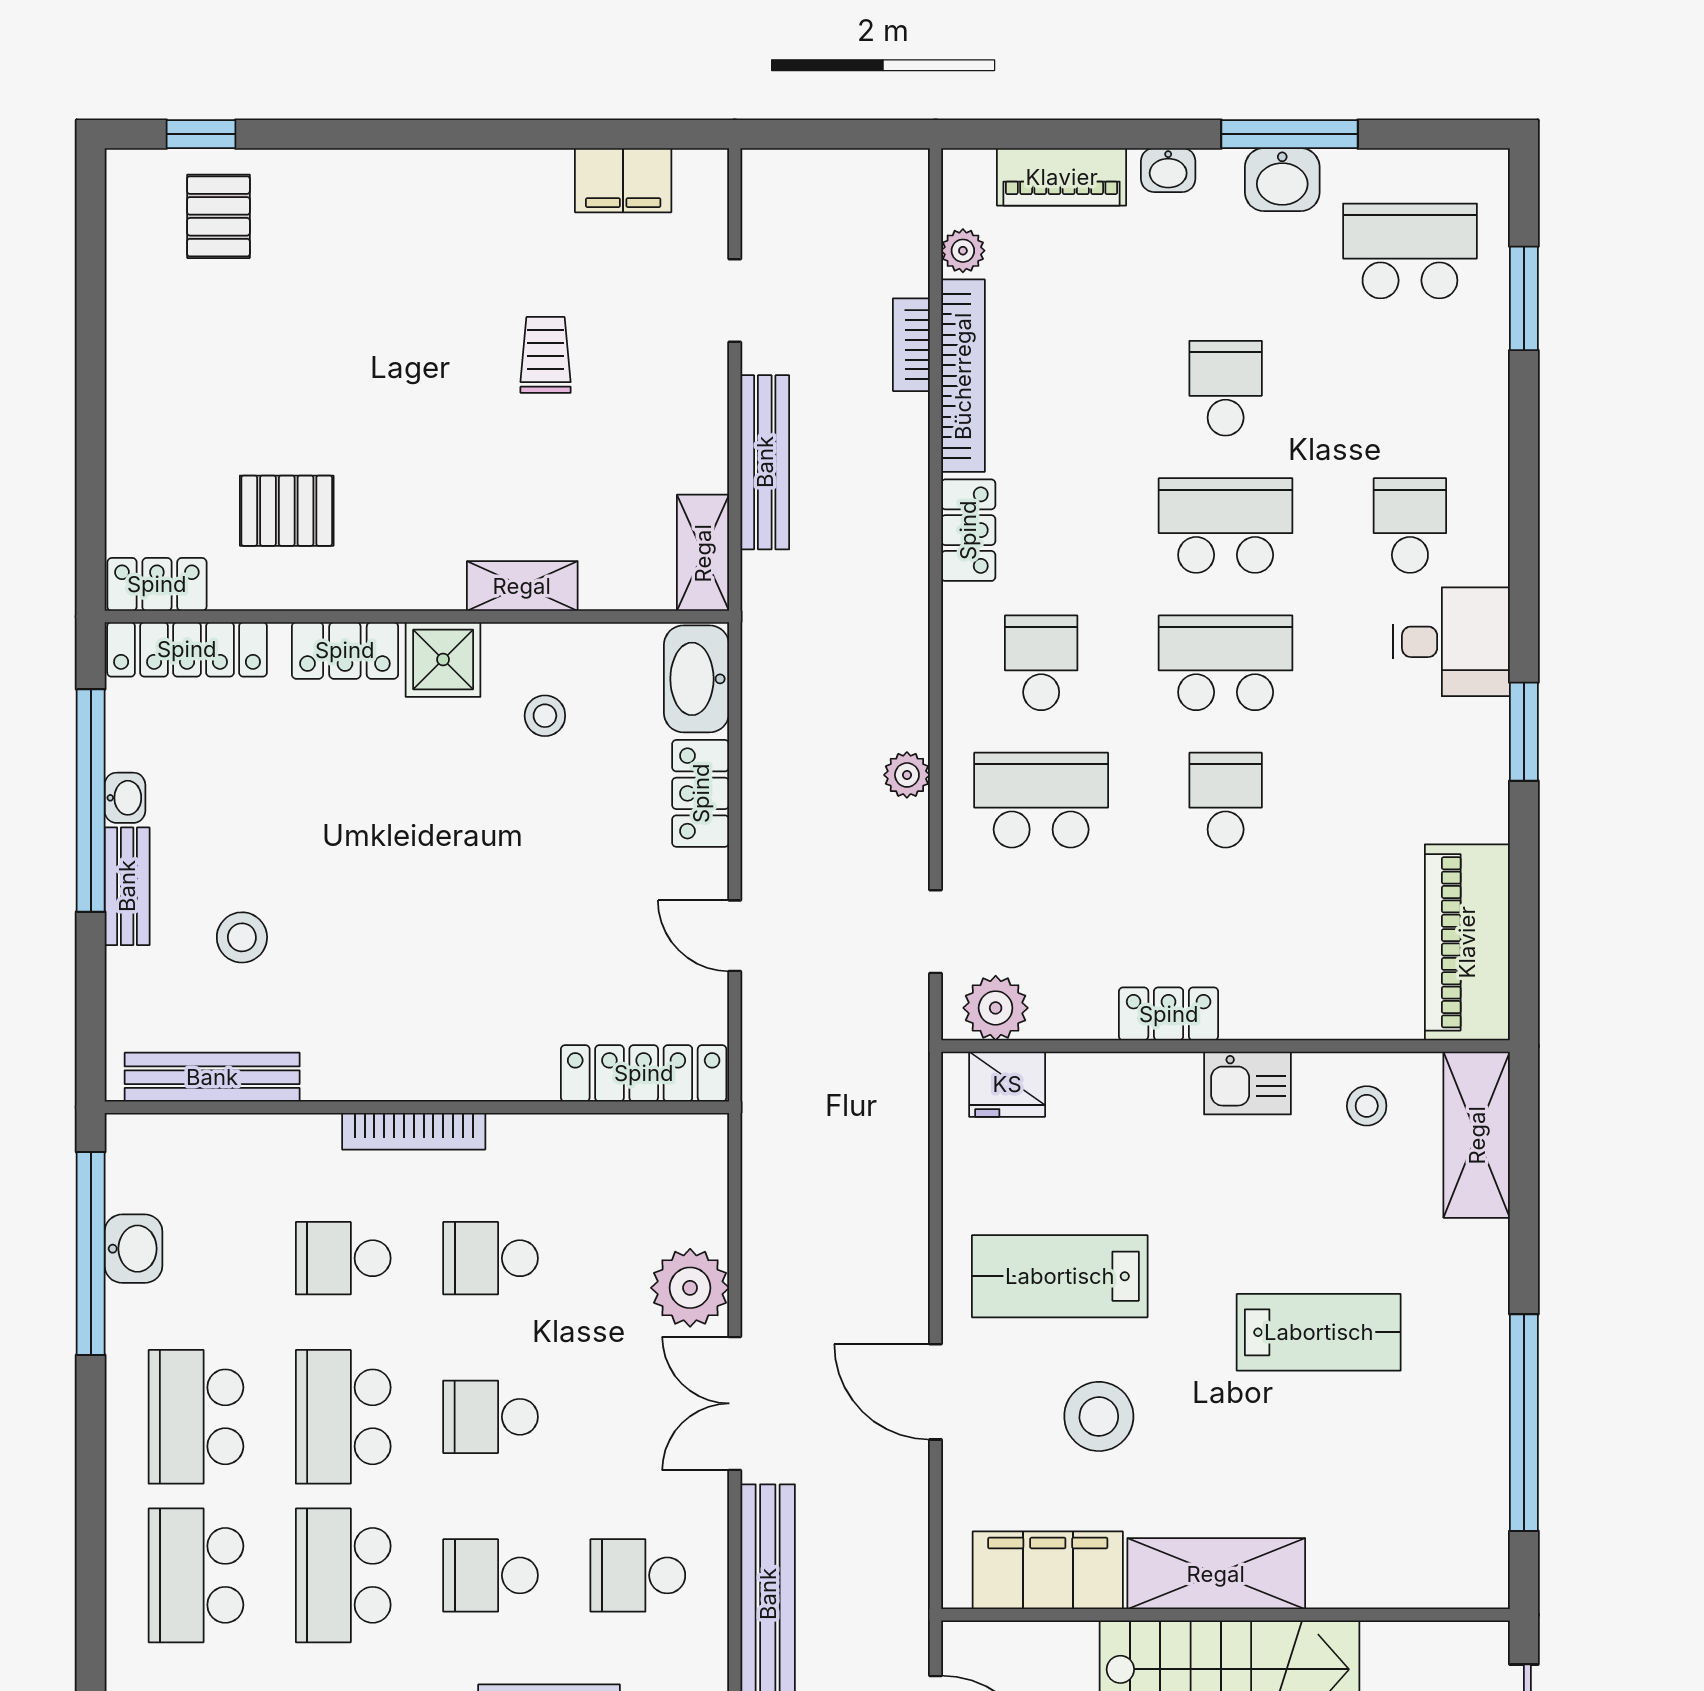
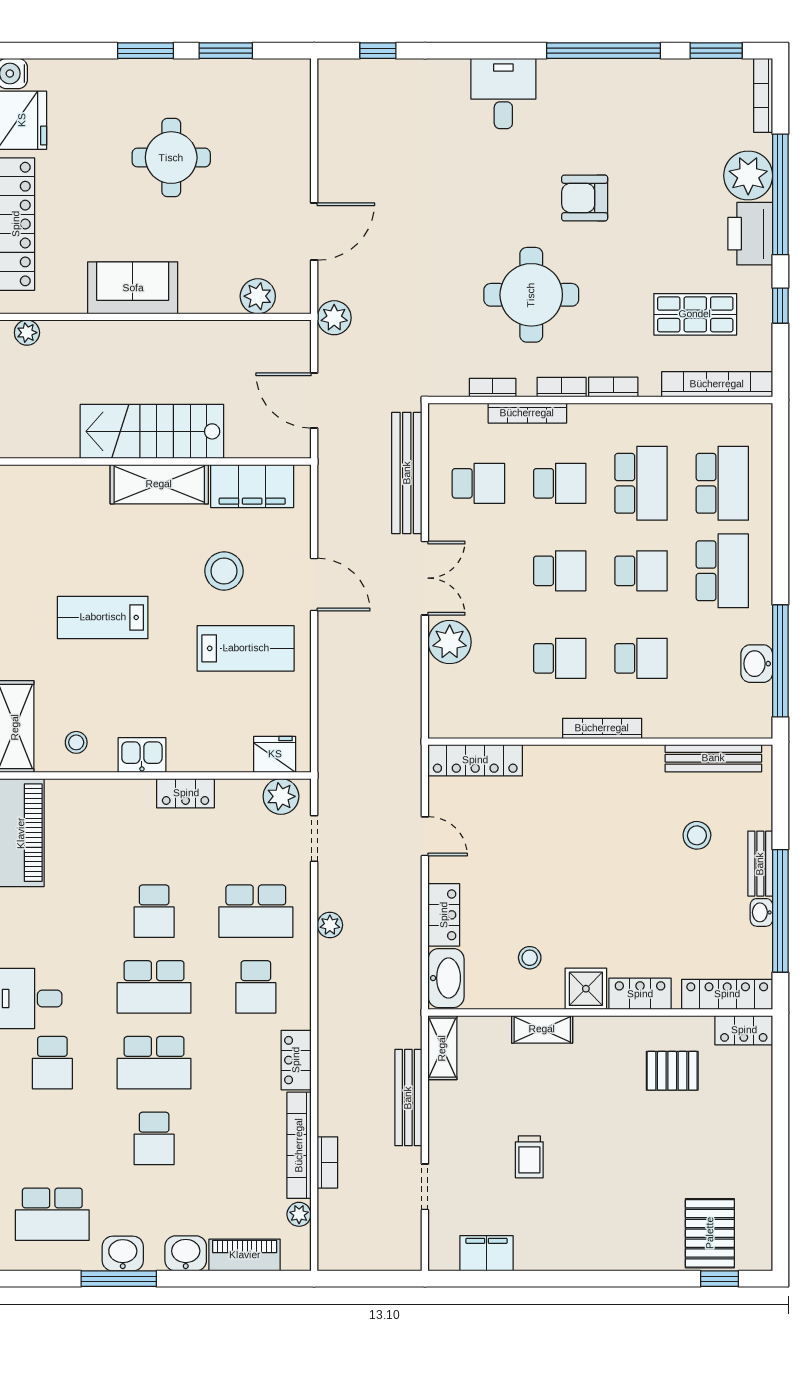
washbasin: (1168, 170) -> (186, 1253), width x1.38, depth x1.45
pallet: (218, 216) -> (710, 1233), width x1.50, depth x1.42
school desk: (343, 1417) -> (641, 571), width x0.54

